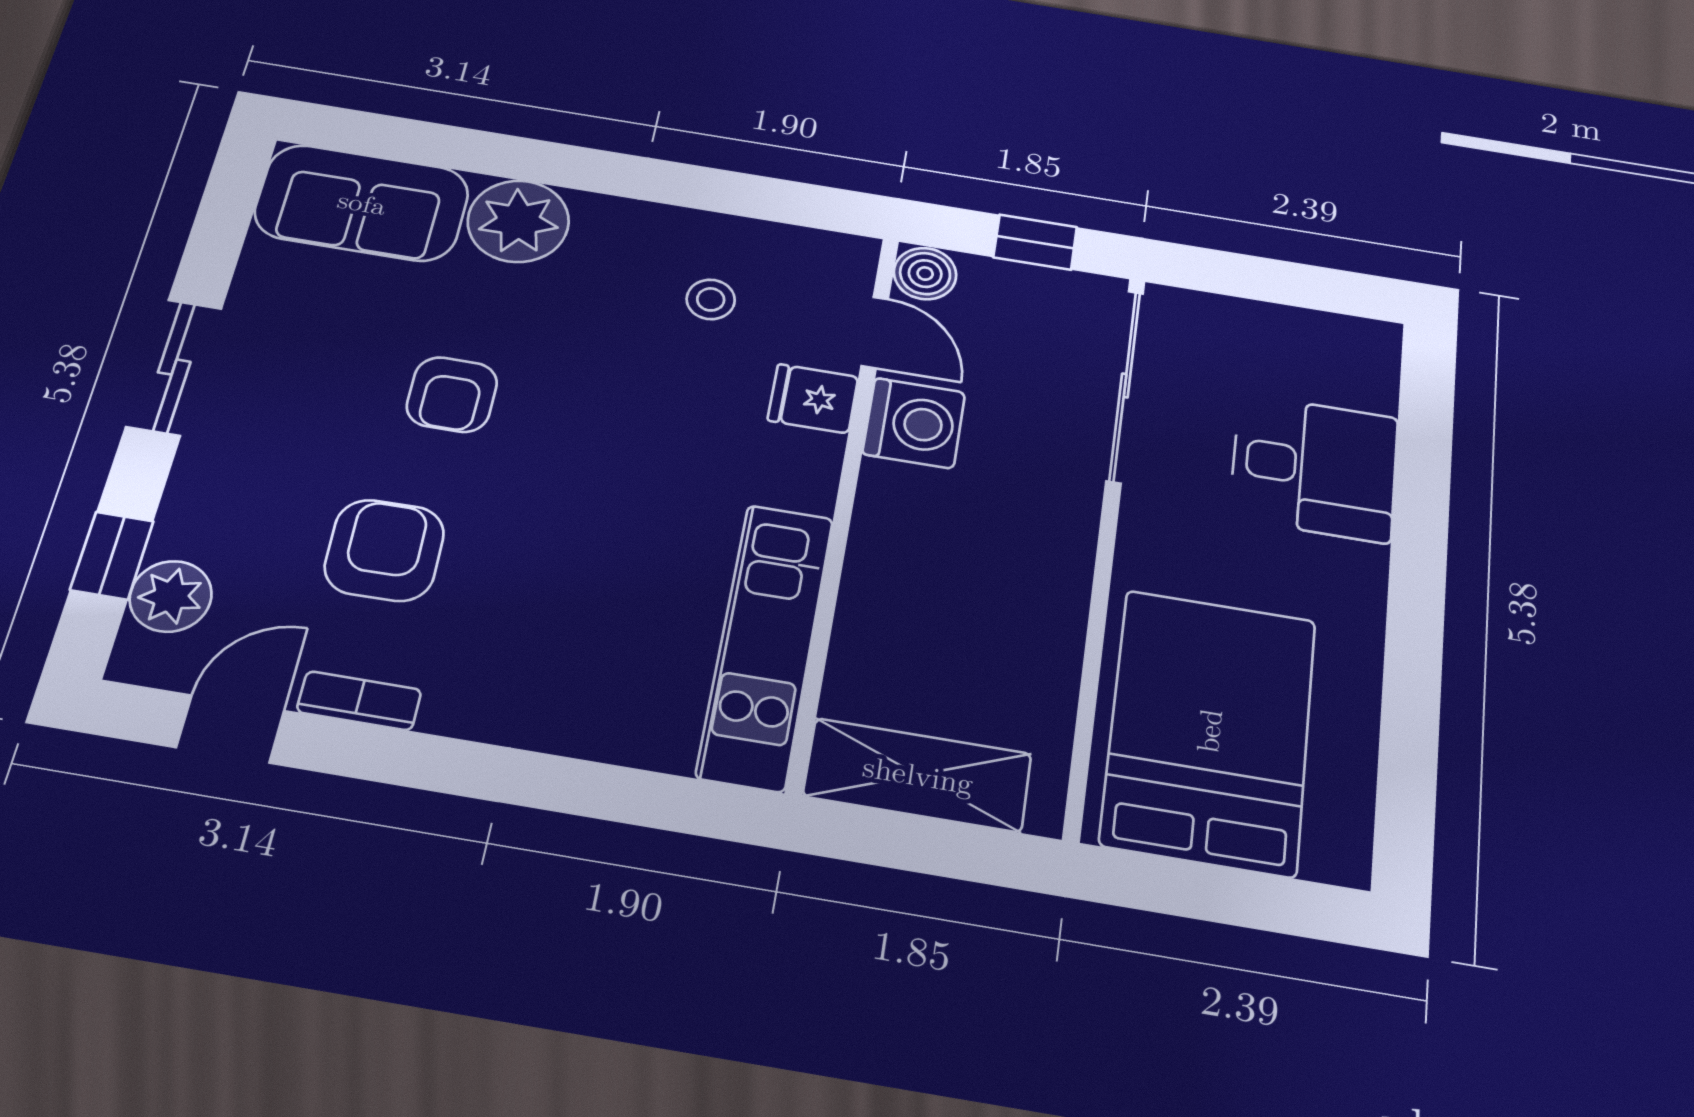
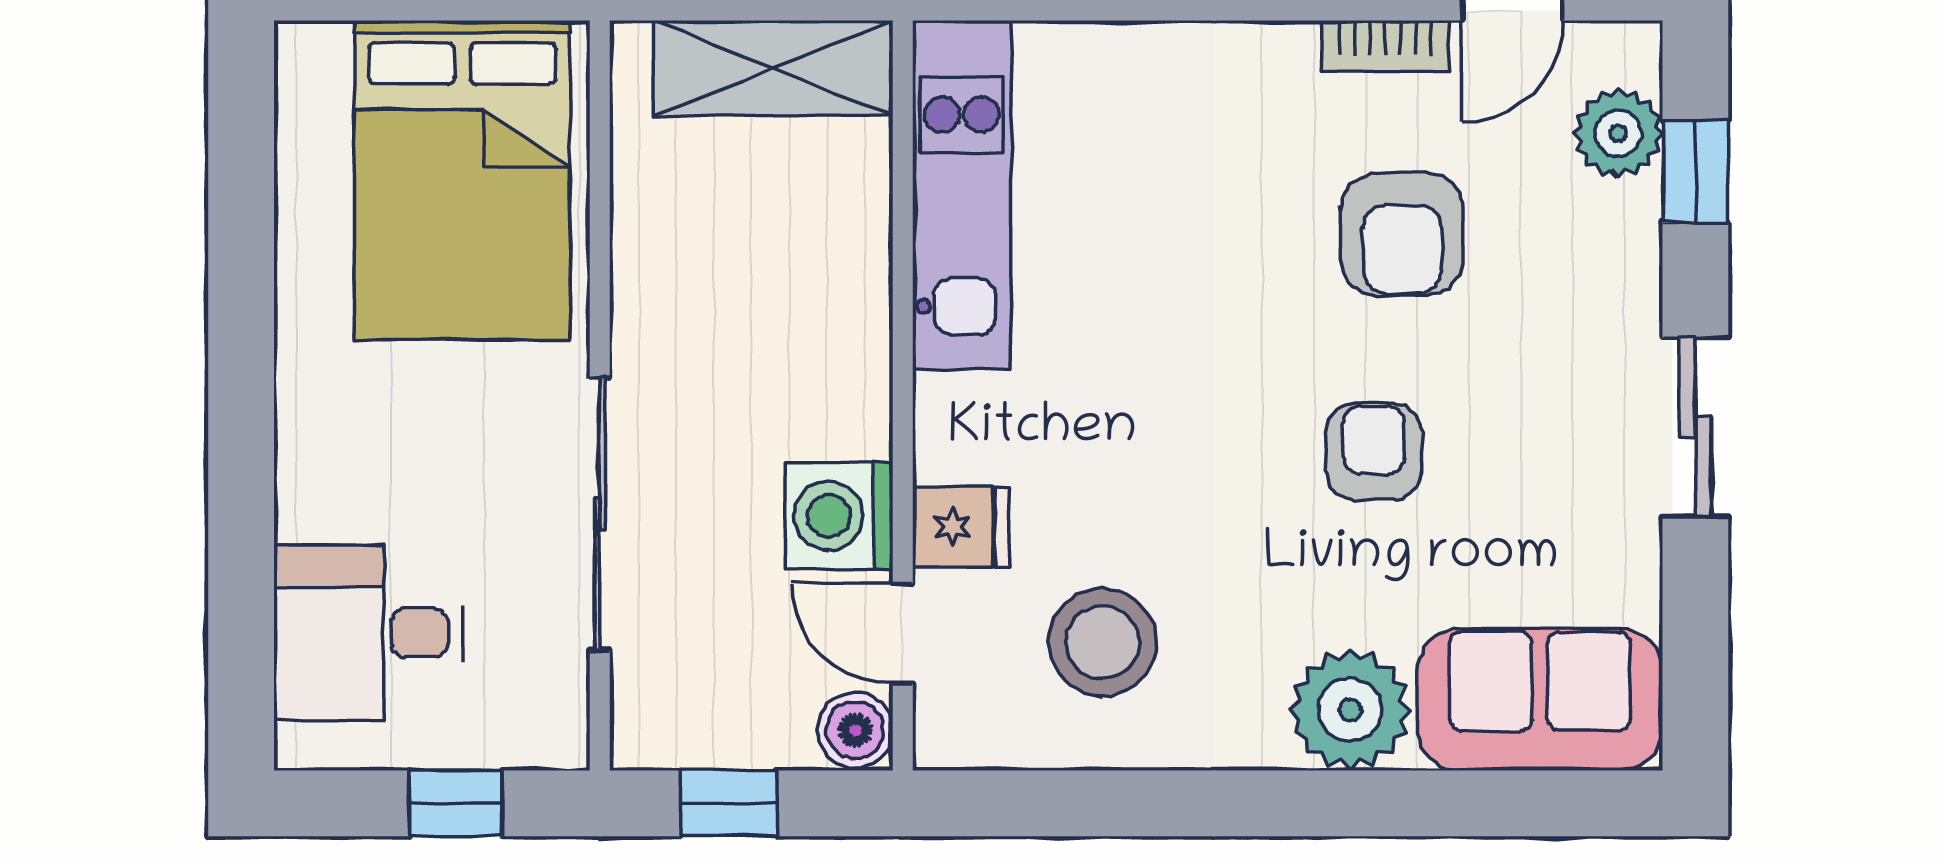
window: (1257, 278) -> (455, 803), added
stool: (711, 299) -> (1102, 642), width x1.89, depth x1.89
sliding door: (1125, 386) -> (600, 514), moved
desk: (1314, 468) -> (368, 633), moved

